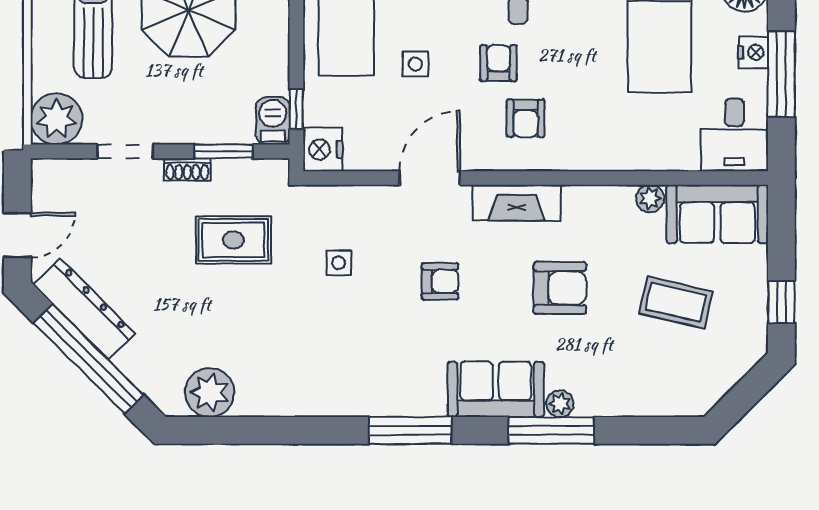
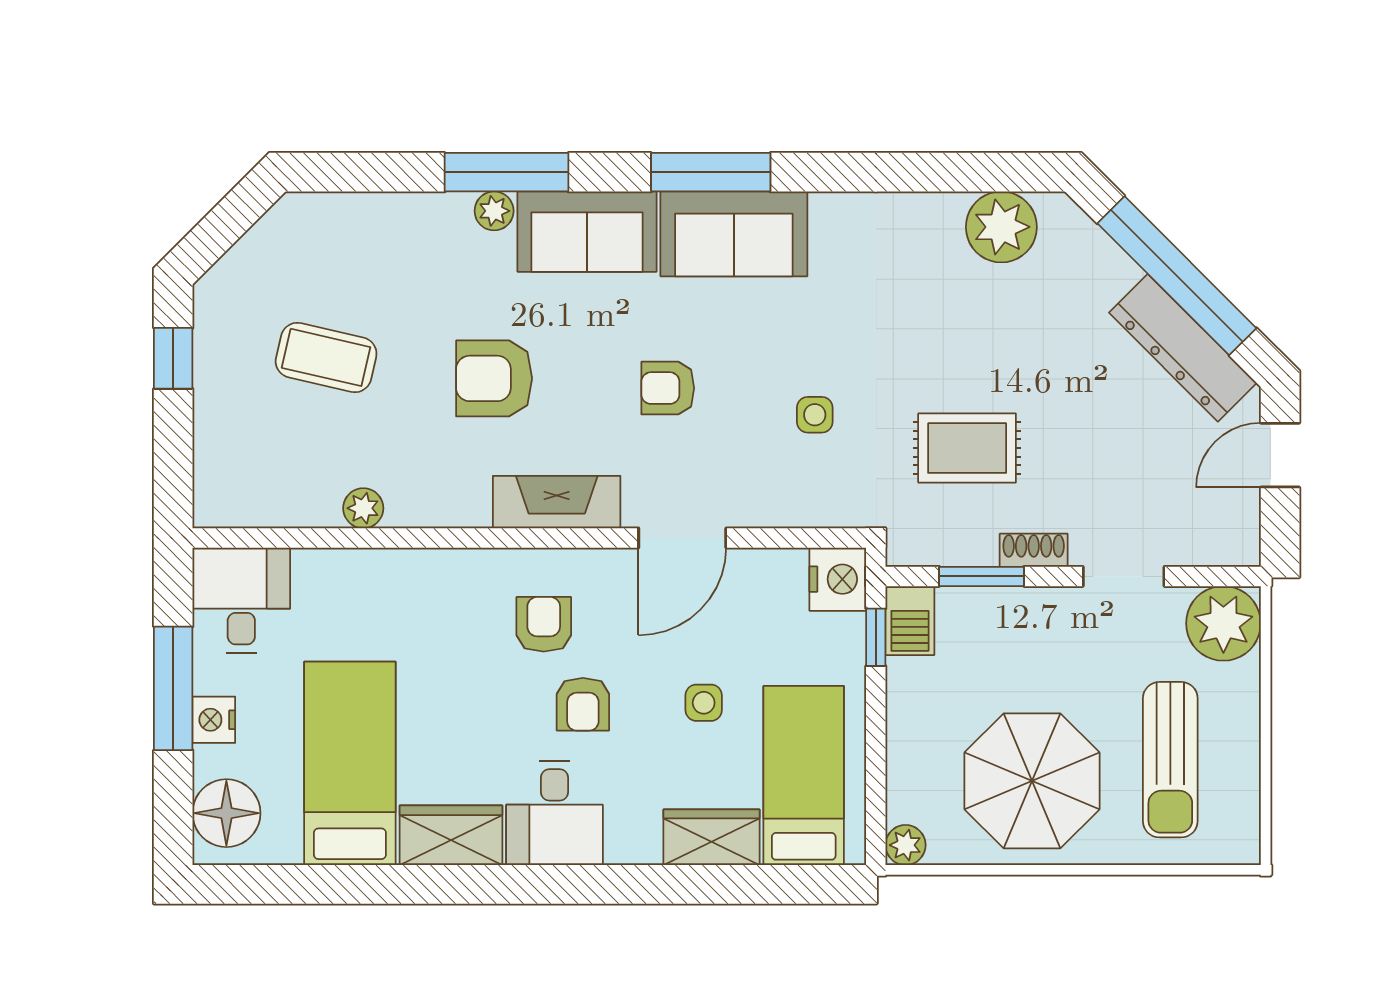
sofa: (717, 214) -> (734, 234), moved, turned 180

